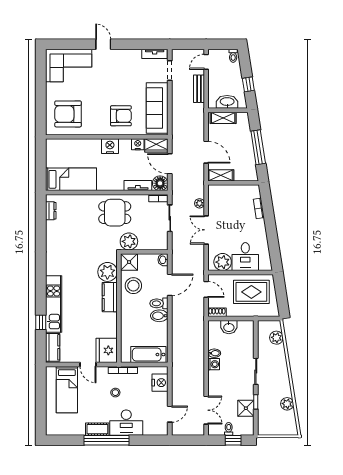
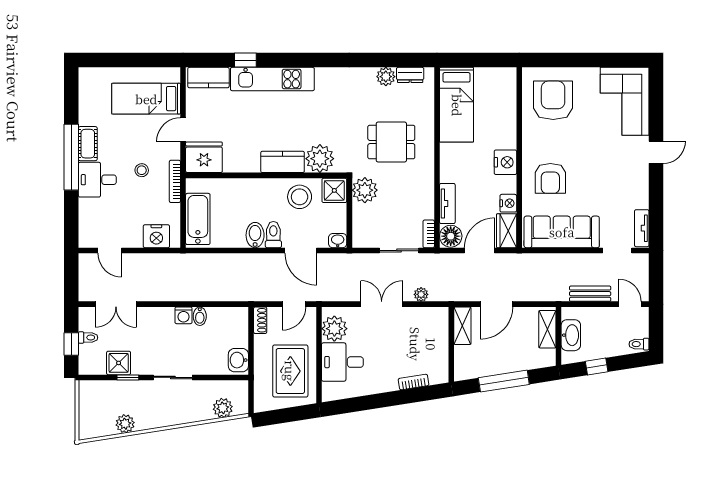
dining table: (115, 213) -> (391, 142), moved, turned 90
plant: (52, 227) -> (386, 77), added
washbasin: (229, 327) -> (238, 360), moved
desk: (126, 423) -> (97, 180), width x0.73

